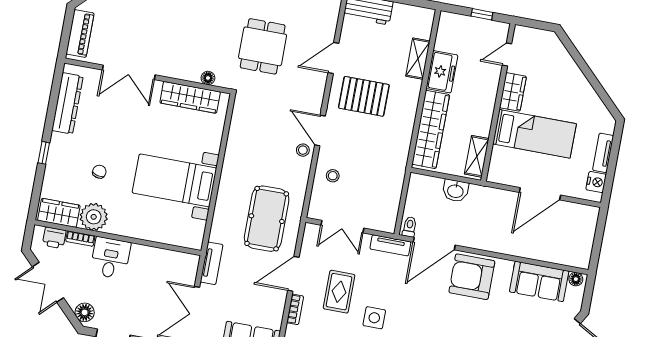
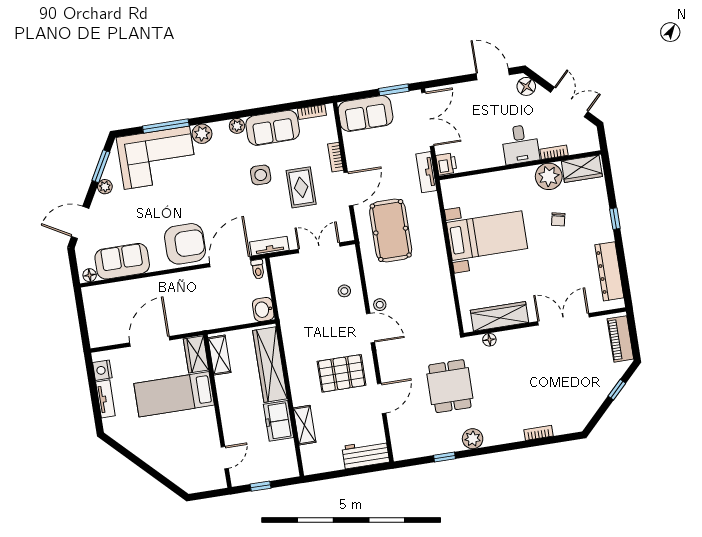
wardrobe: (513, 92) -> (196, 354), moved
washbasin: (455, 191) -> (263, 309), moved, turned -90
printer: (54, 238) -> (446, 164), moved, turned 90

